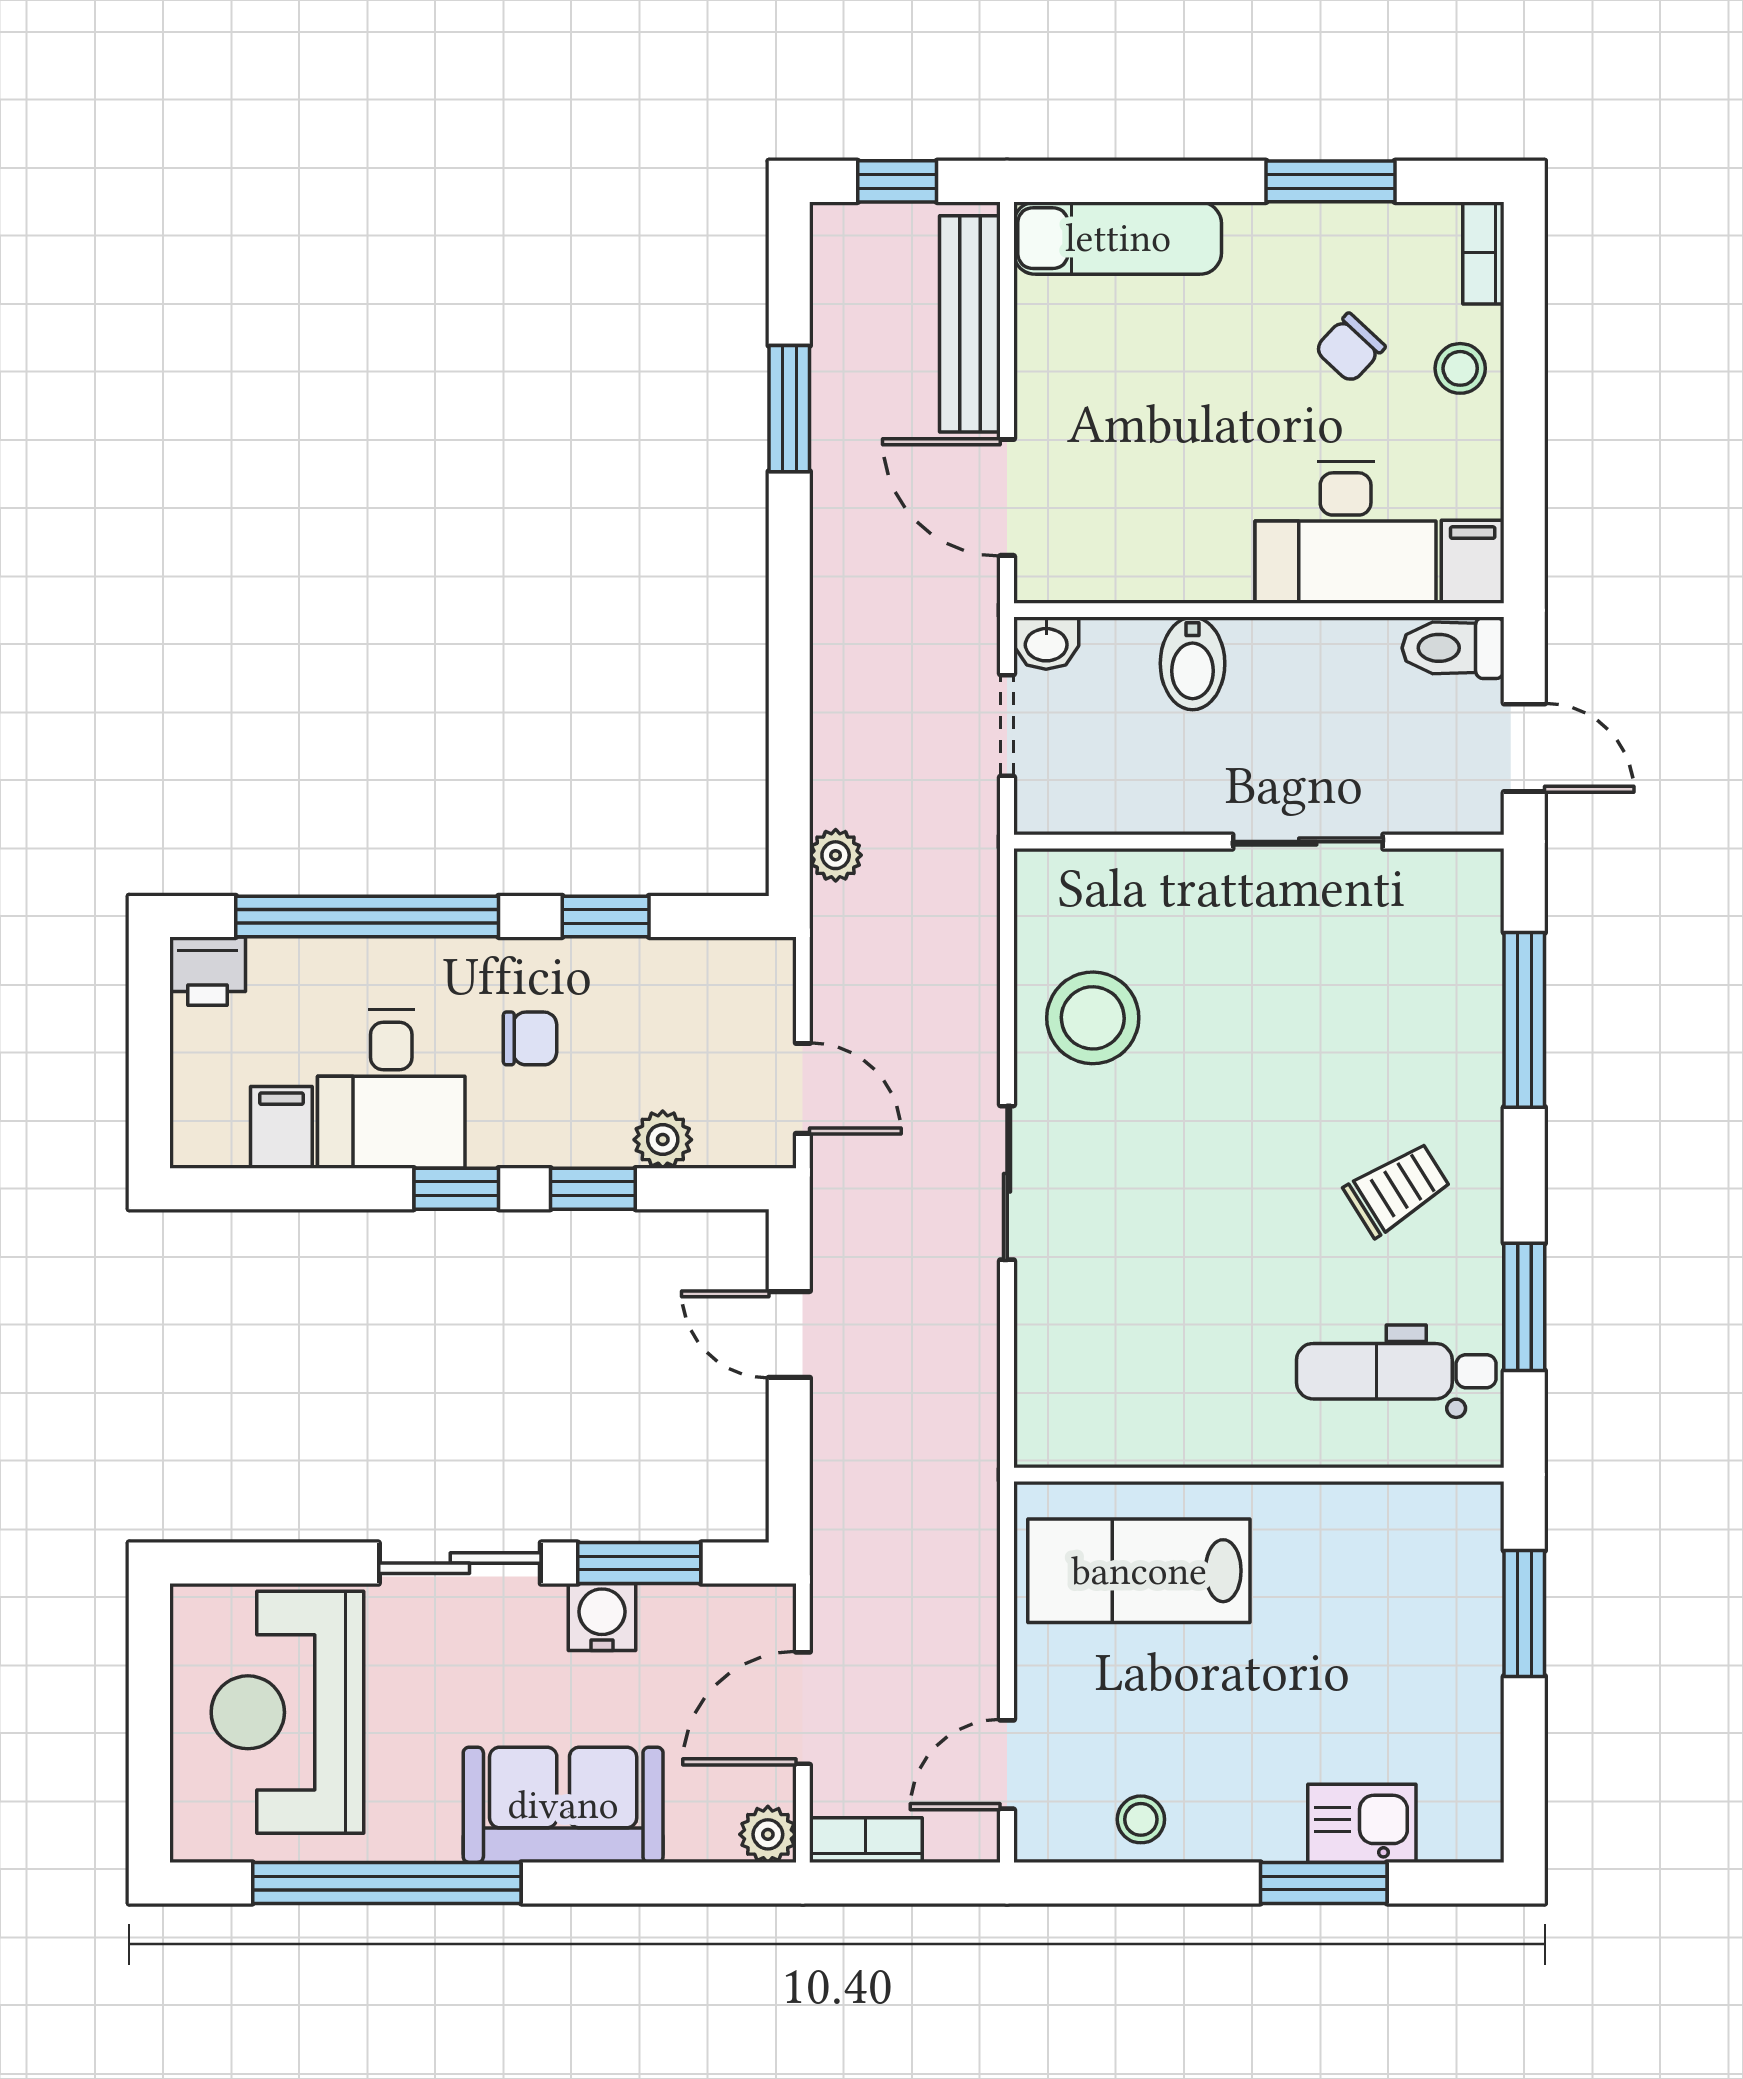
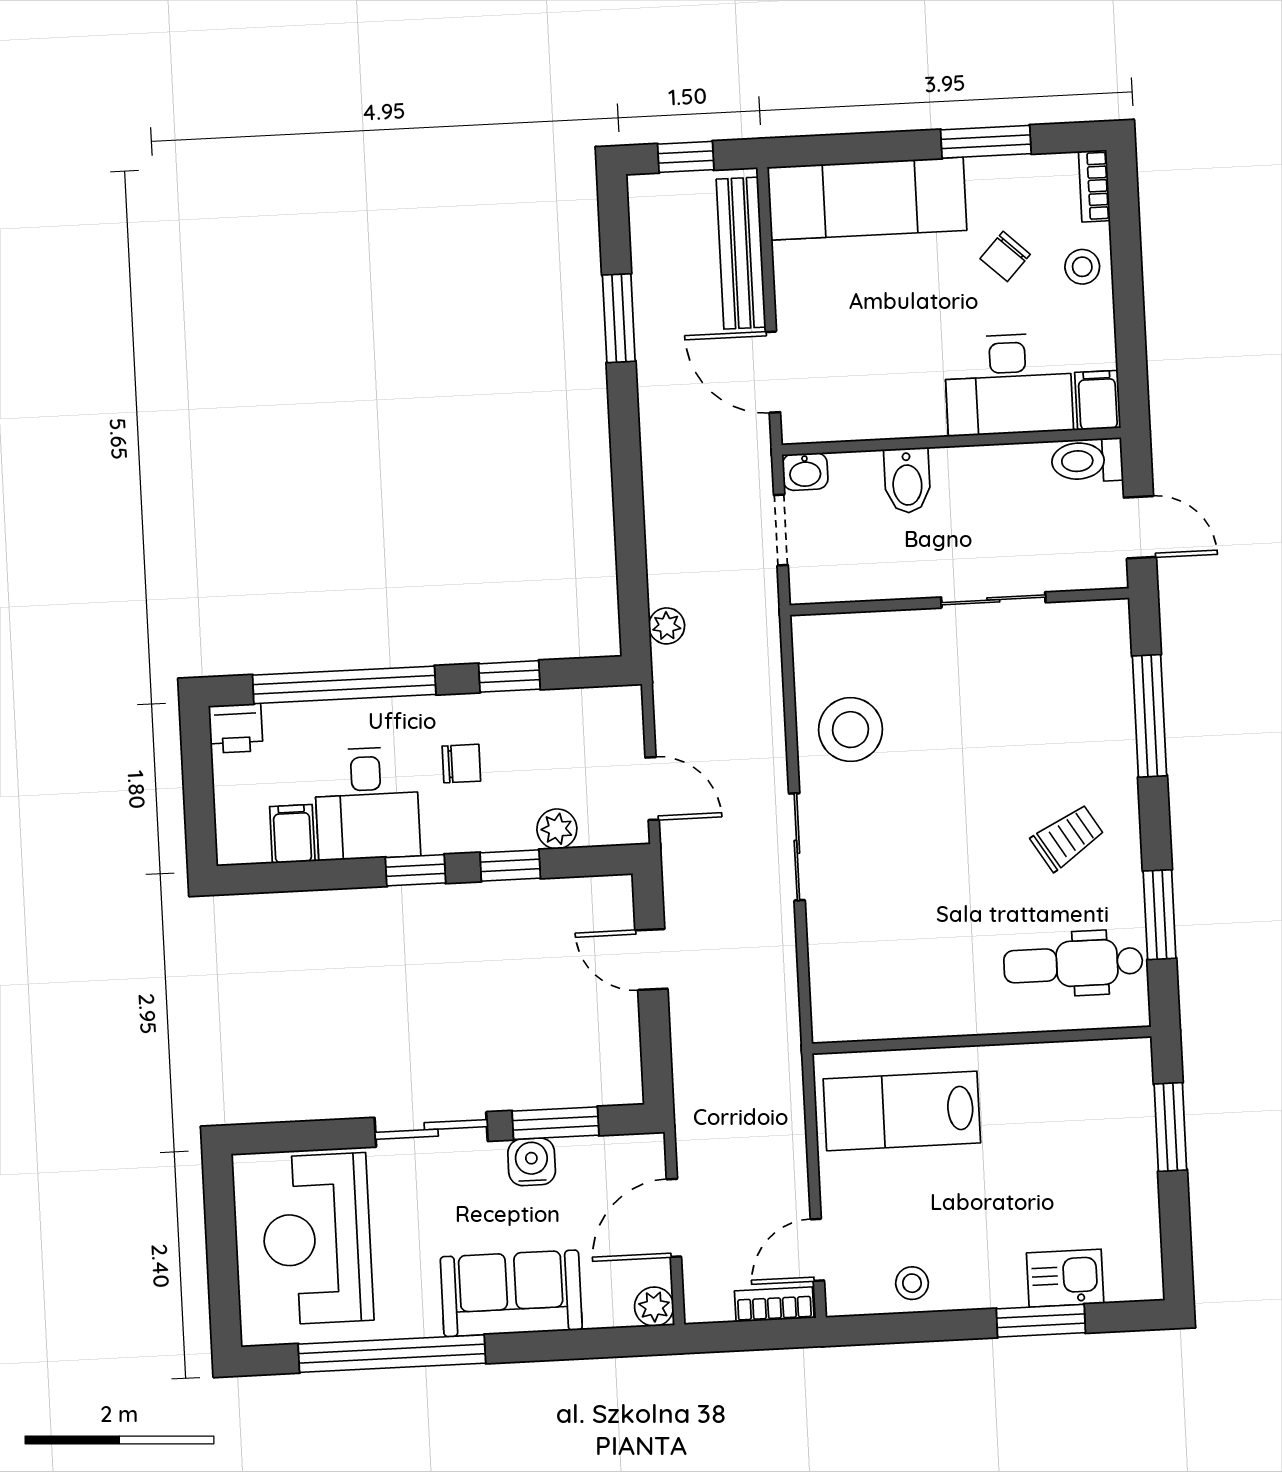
exam couch: (1118, 238) -> (867, 199), width x1.36, depth x1.45
bookcase: (866, 1840) -> (774, 1304), moved

